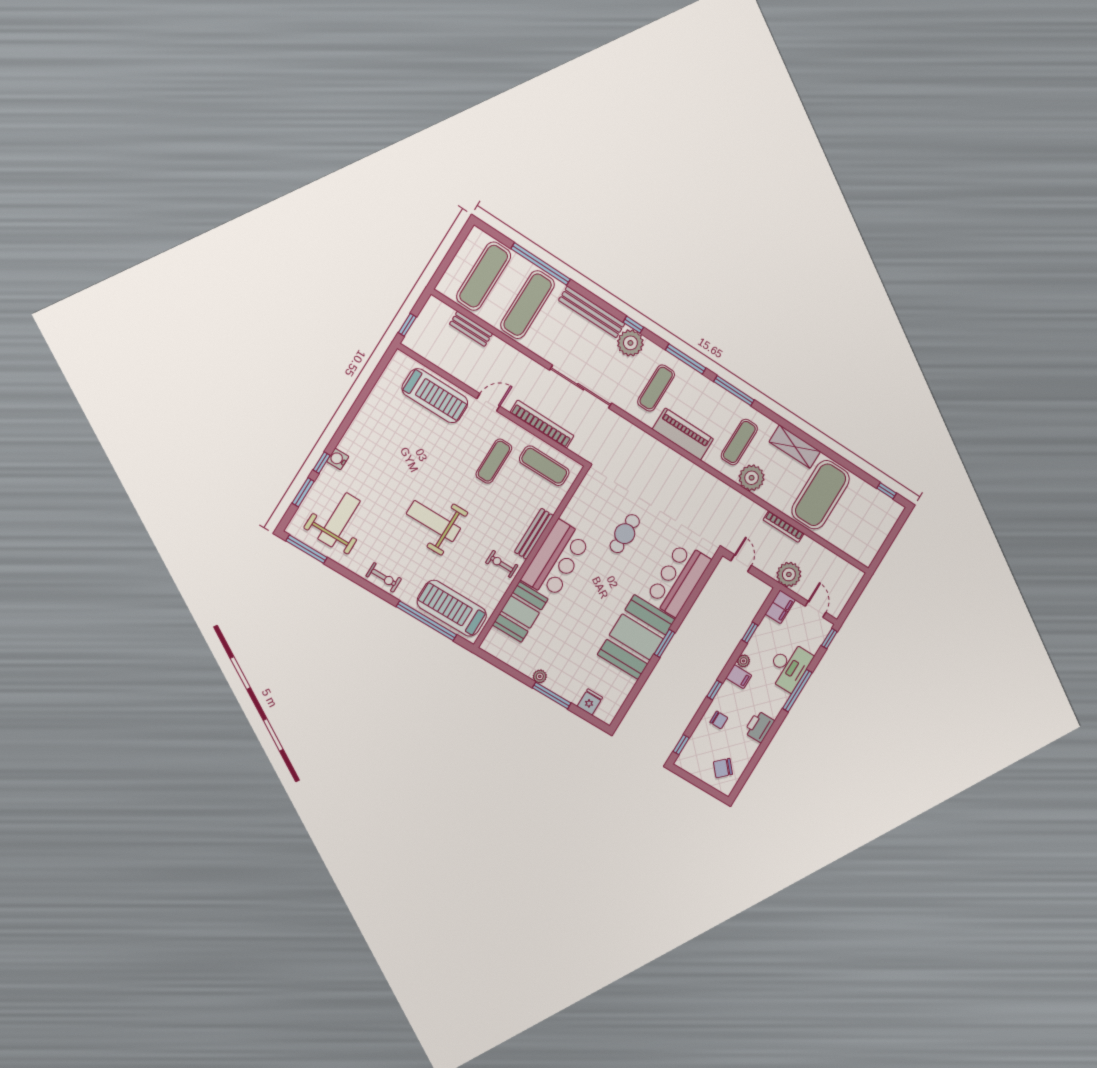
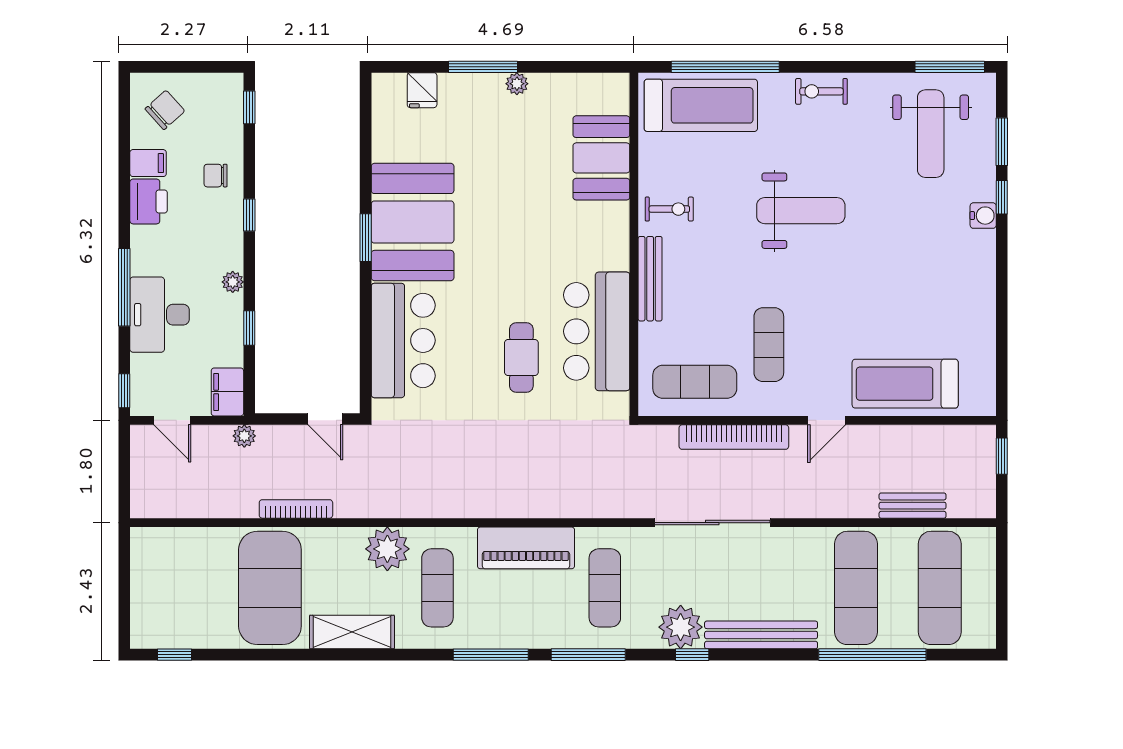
bar counter: (556, 559) -> (597, 331), moved
plant: (789, 574) -> (244, 436), width x0.53, depth x0.53
filing cabinet: (739, 677) -> (148, 163), moved, turned 180

